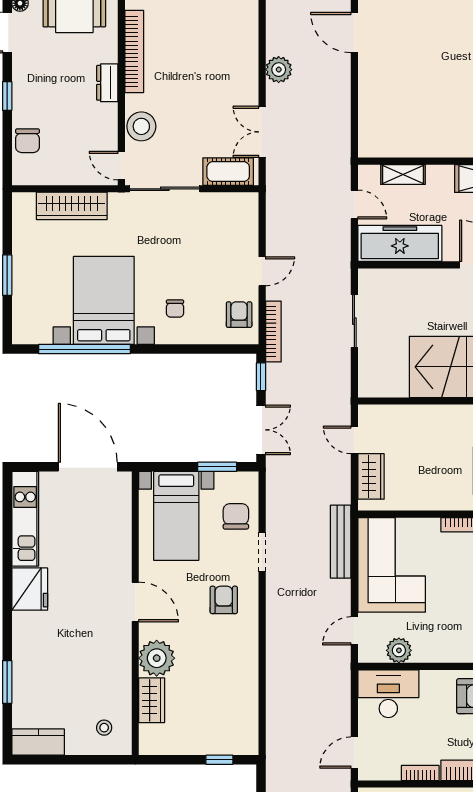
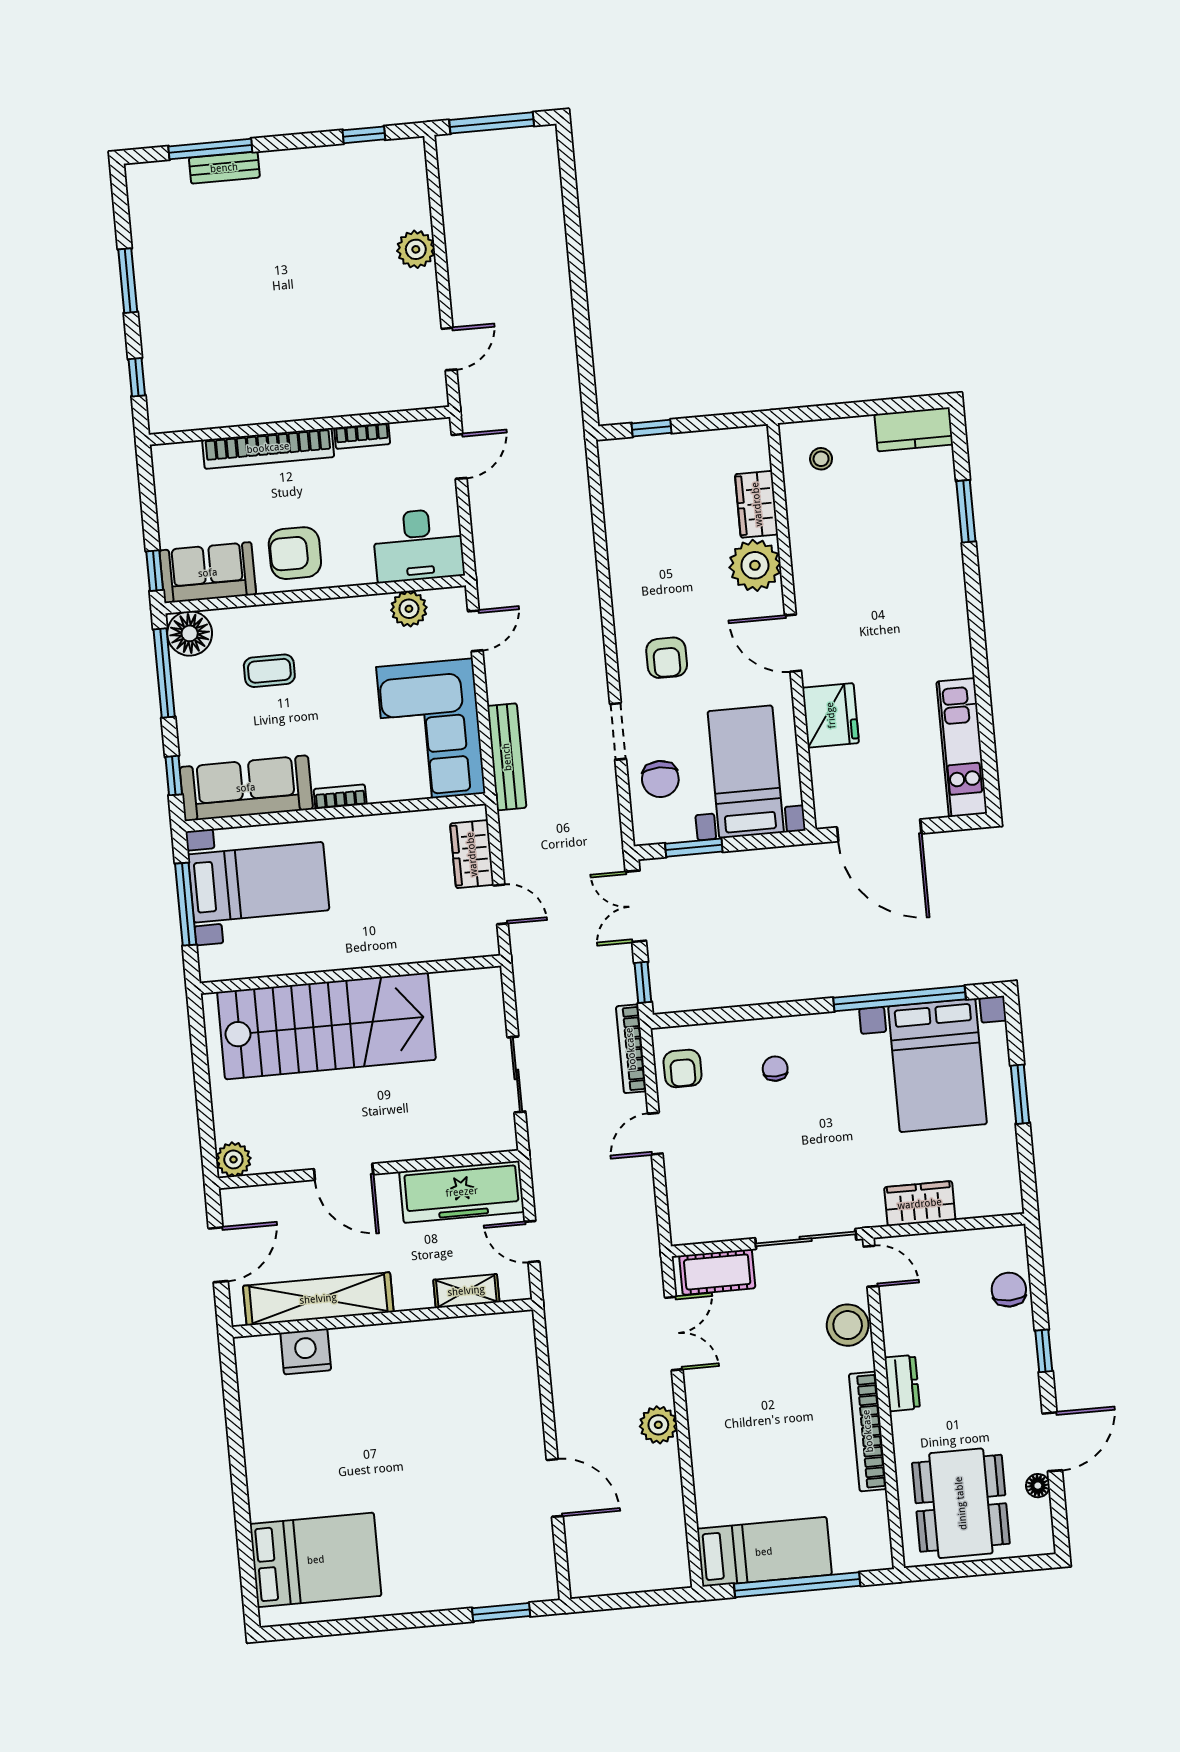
wardrobe: (72, 206) -> (920, 1204), width x0.67
bed with nightstands: (104, 300) -> (937, 1065), moved
fridge: (30, 589) -> (831, 715), moved, turned 180

